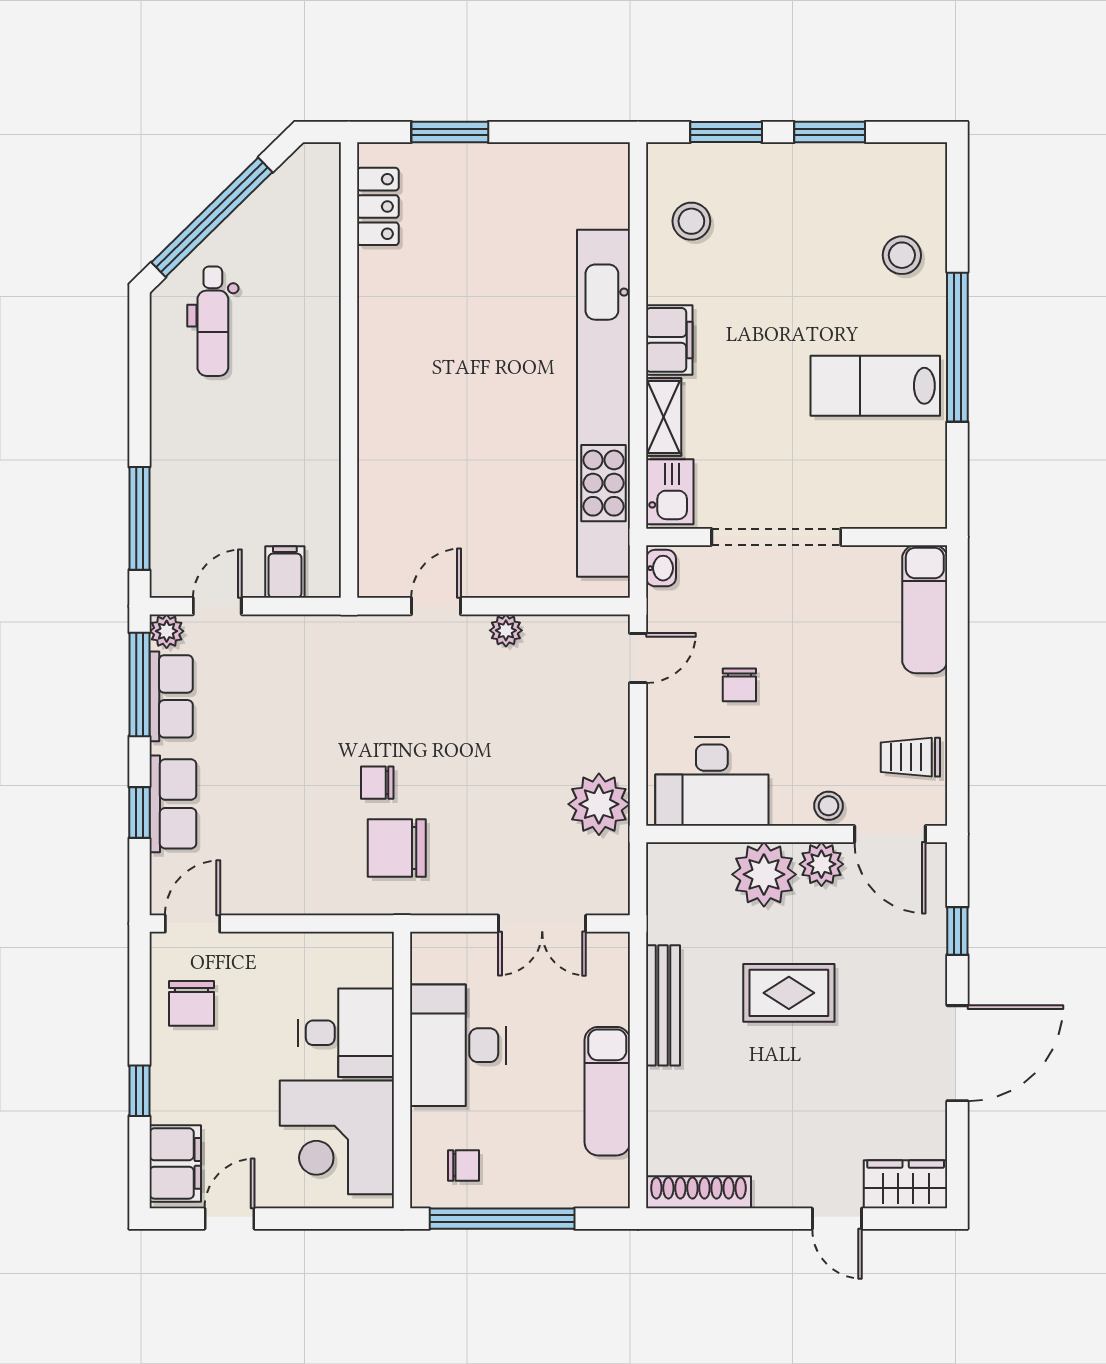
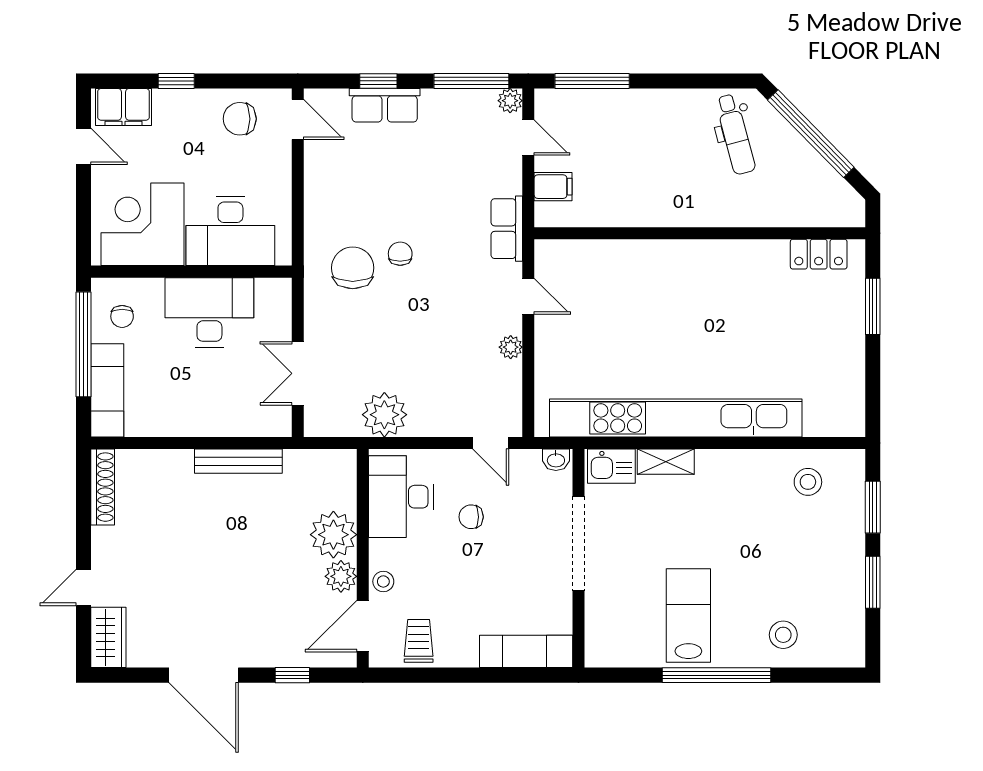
dental chair: (213, 321) -> (735, 134), turned -105
filing cabinet: (669, 340) -> (722, 466), removed
row of seats: (171, 696) -> (507, 229), moved, turned 90
rug: (789, 993) -> (247, 553), removed
desk: (346, 1033) -> (230, 231), width x1.37
exam couch: (607, 1091) -> (107, 390), moved, turned 90

